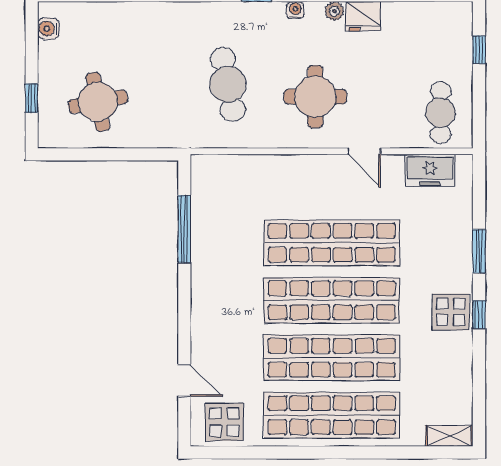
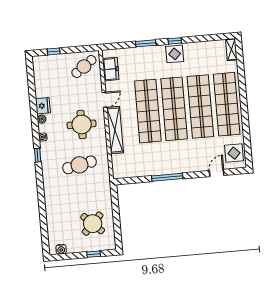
round table: (98, 102) -> (93, 224), turned -35
cafe table: (441, 113) -> (84, 66), turned -36
shelving: (297, 168) -> (115, 130), added
window: (184, 229) -> (167, 177), moved

